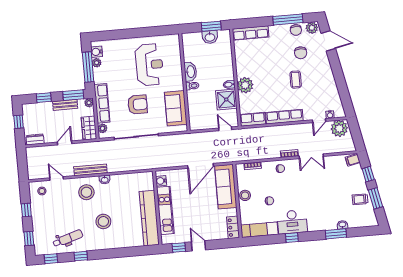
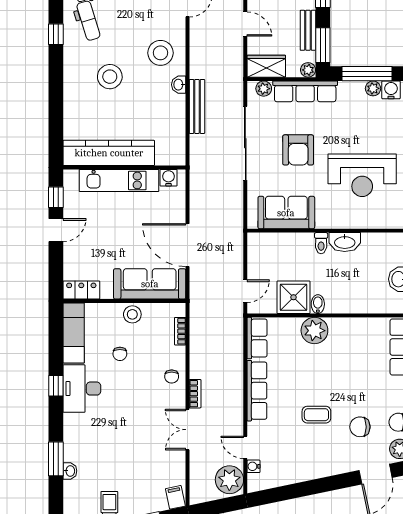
bench: (90, 170) -> (197, 106), moved

